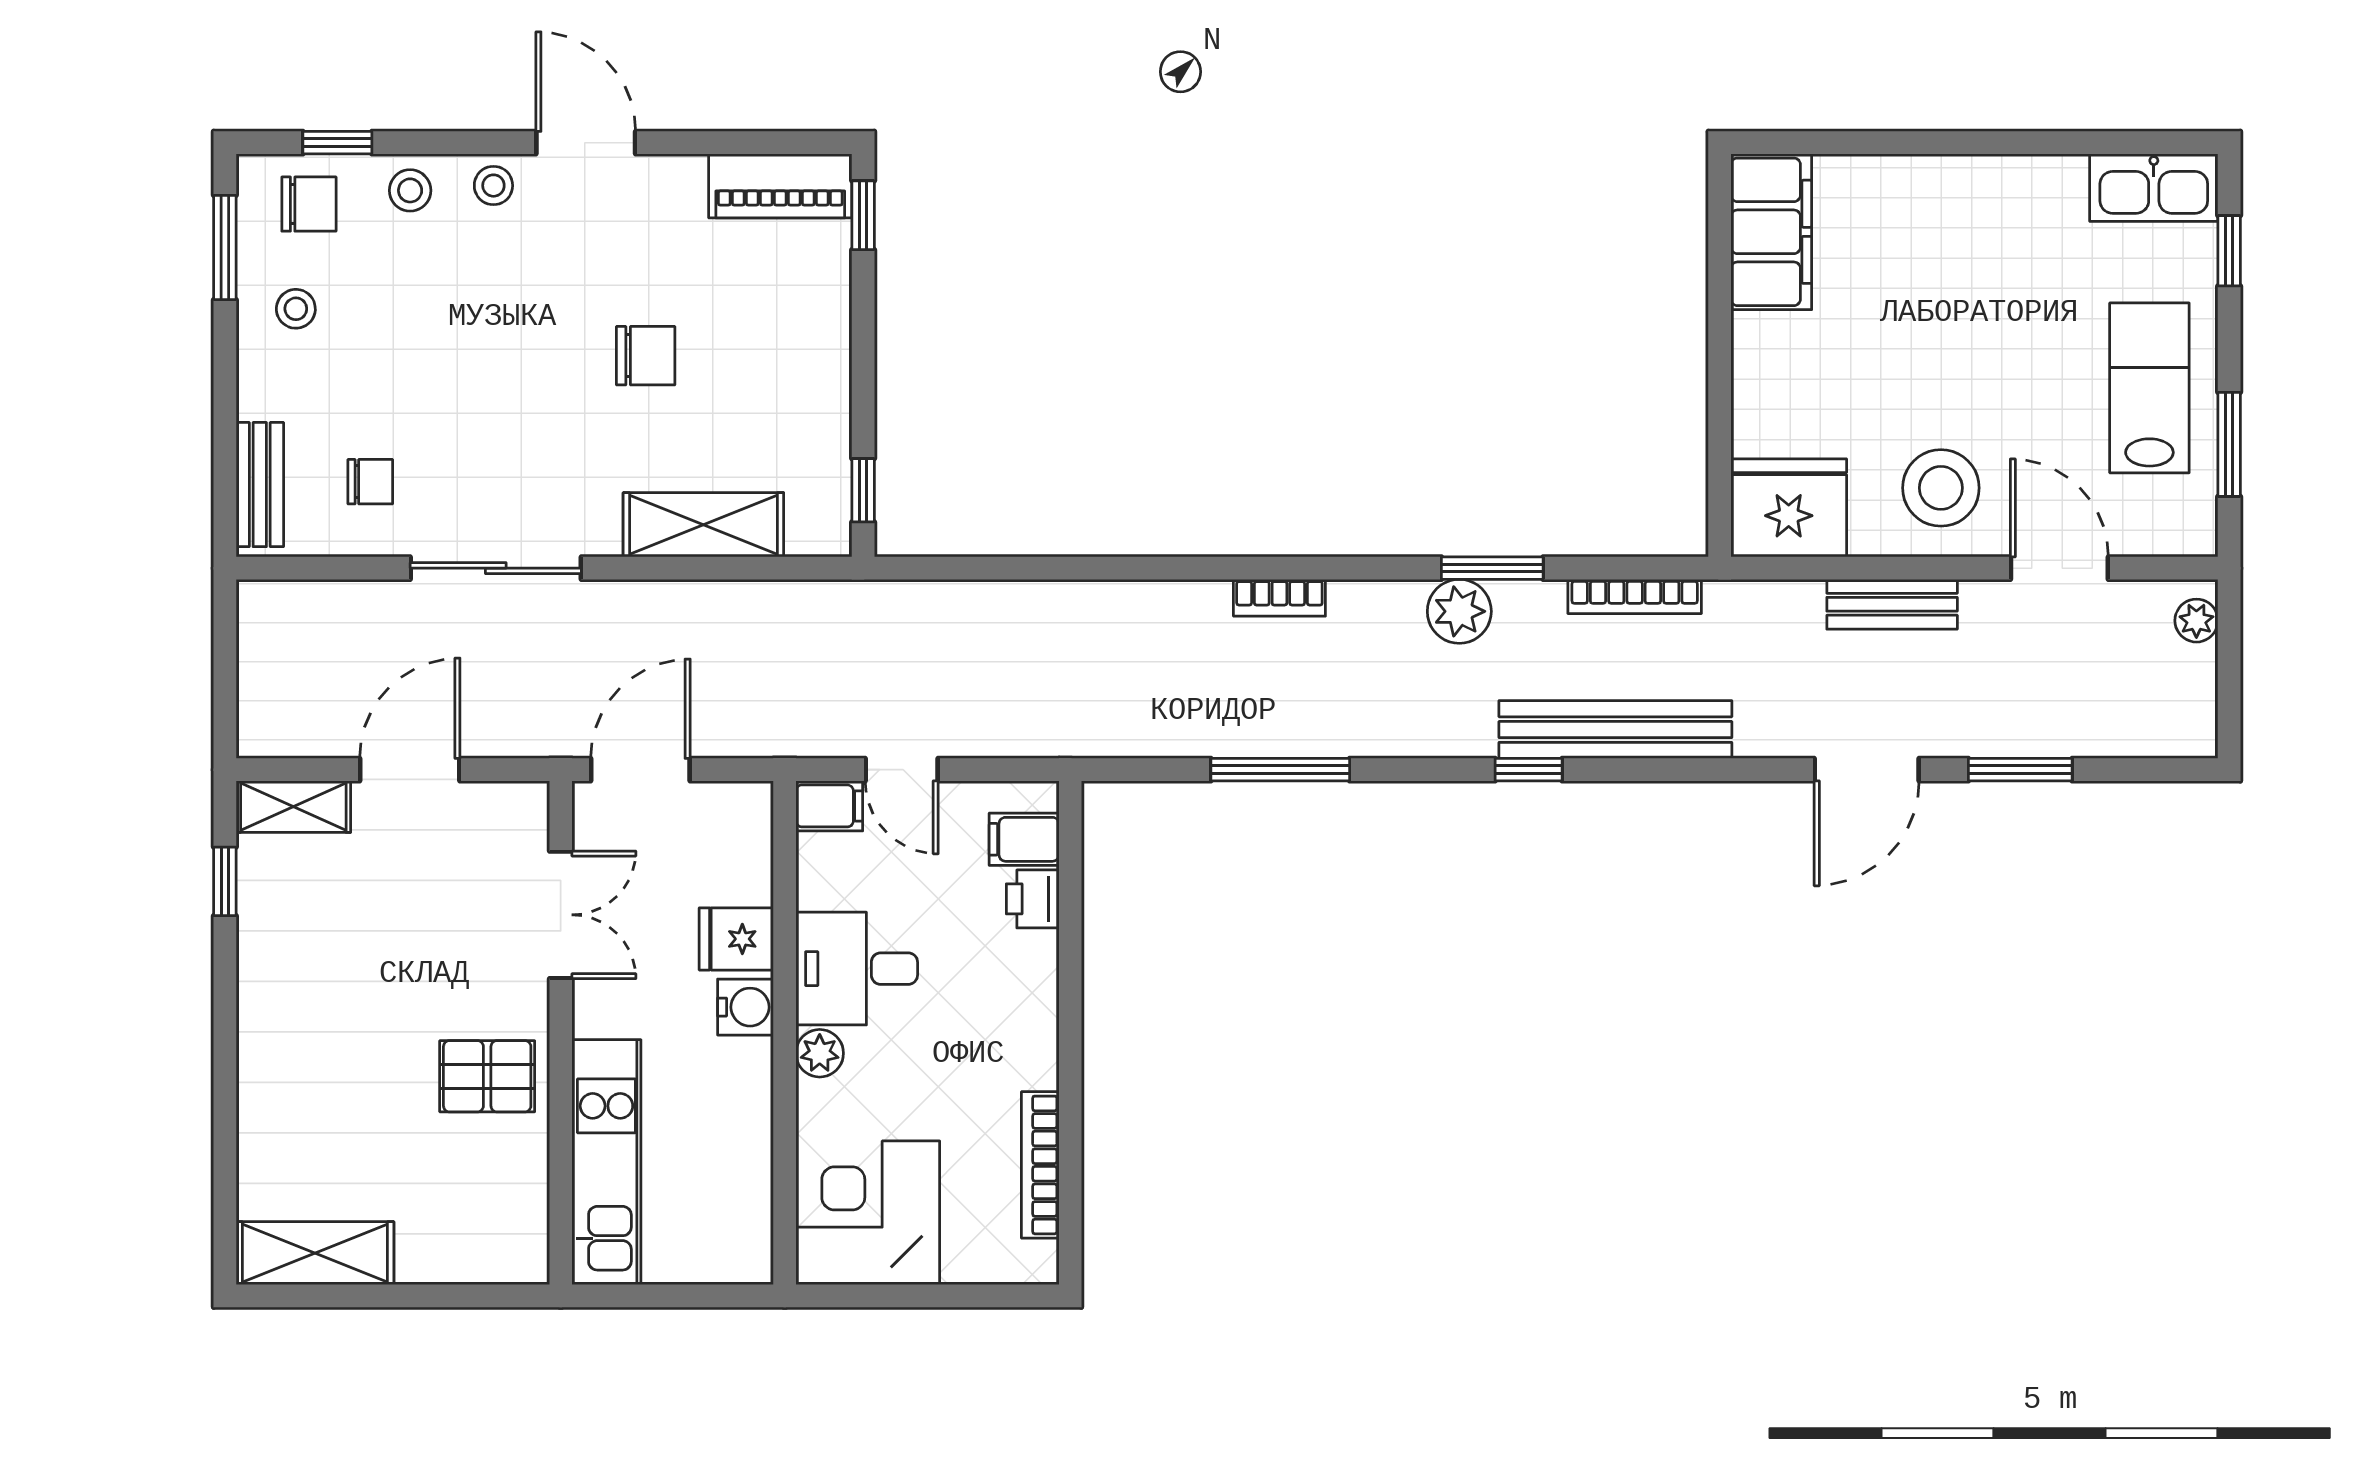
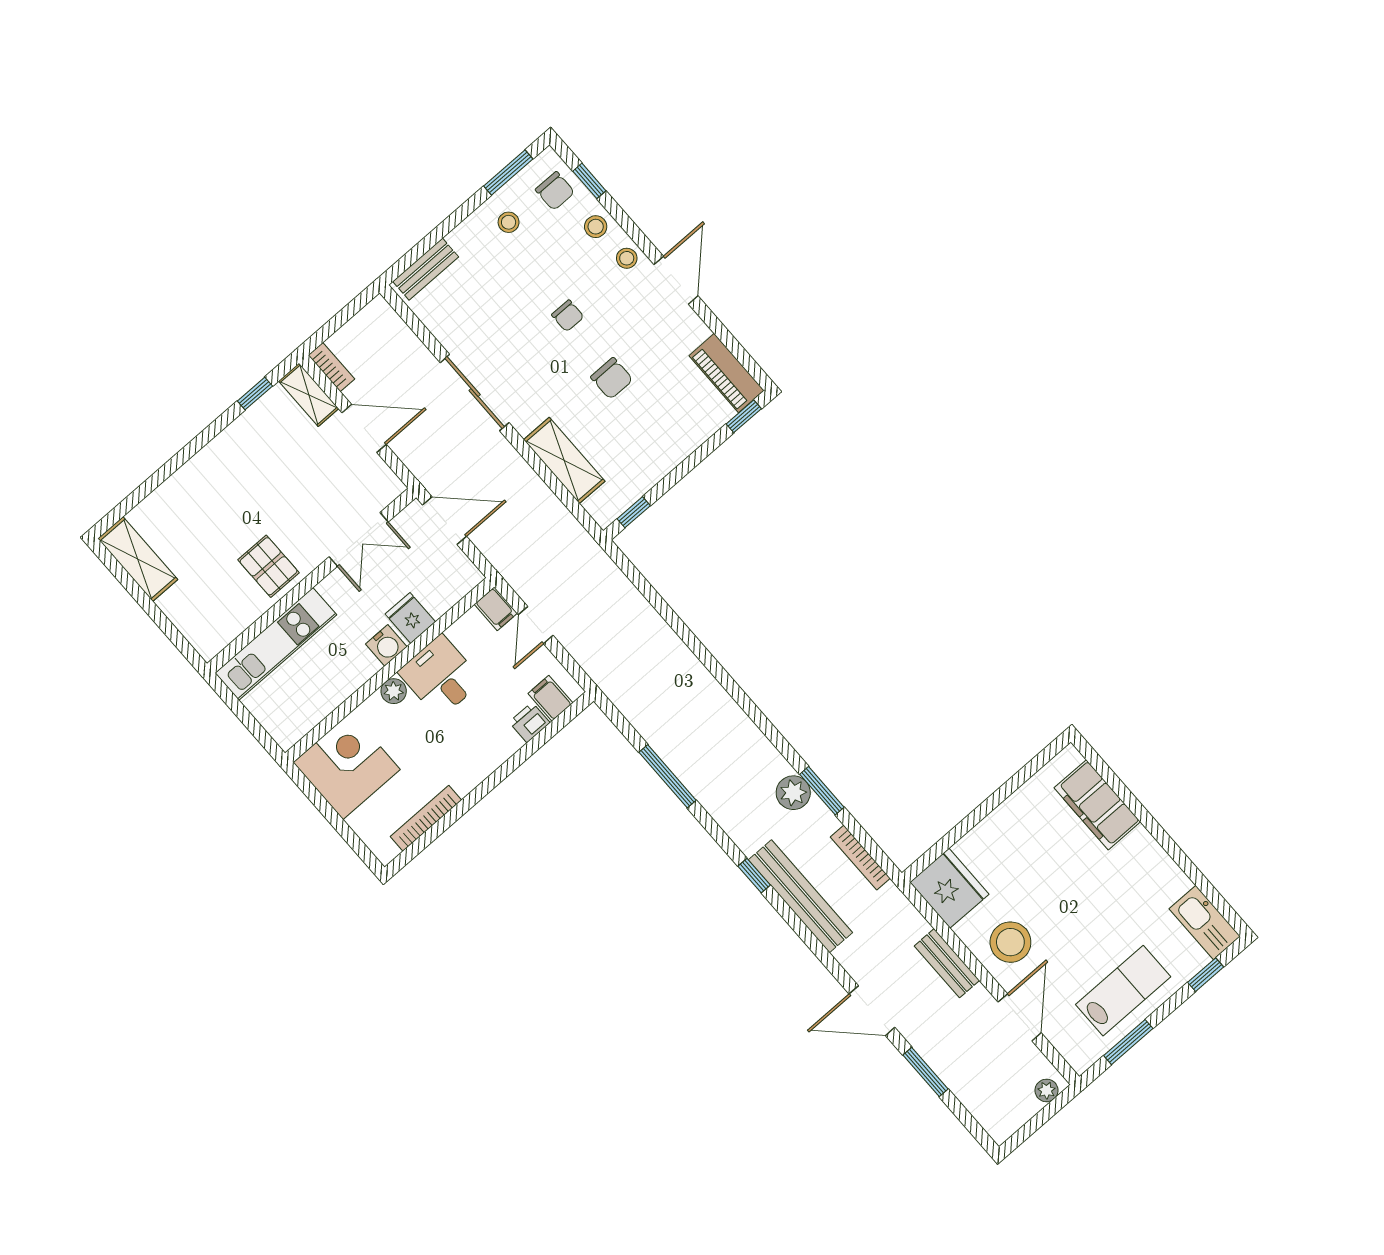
filing cabinet: (1771, 232) -> (1097, 805), moved, turned 90
chair: (370, 482) -> (568, 316), moved
bookcase: (1279, 598) -> (331, 367), moved, turned 180

